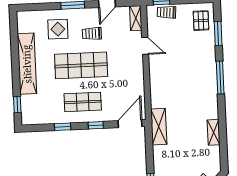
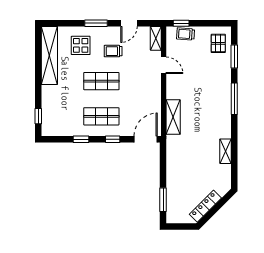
shelving: (27, 64) -> (49, 55), moved
shop shelf: (81, 65) -> (101, 81), width x0.70, depth x0.74
shelving: (159, 127) -> (173, 117), moved

